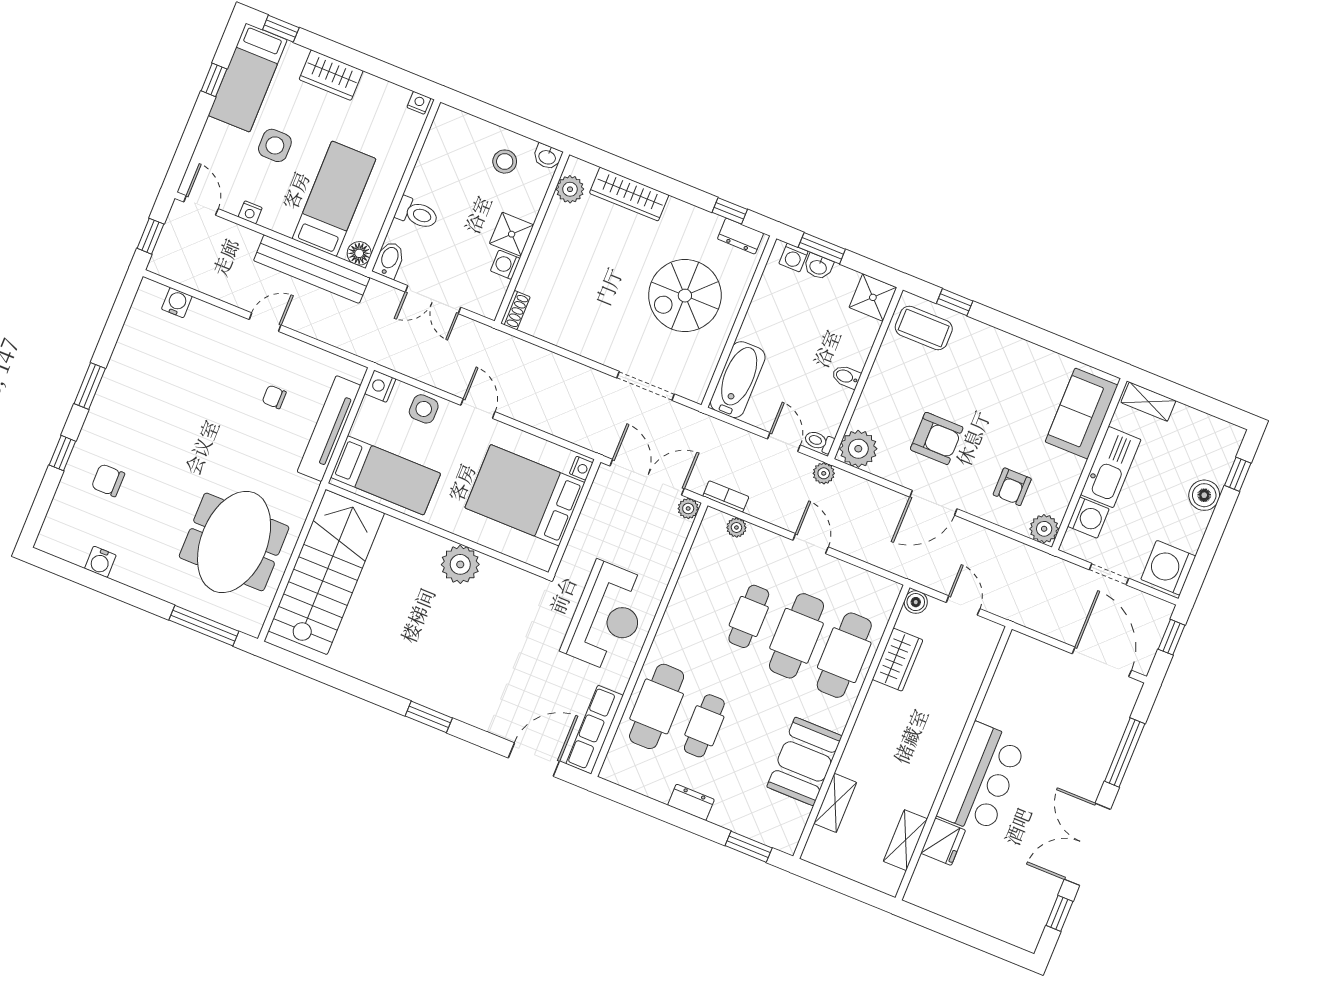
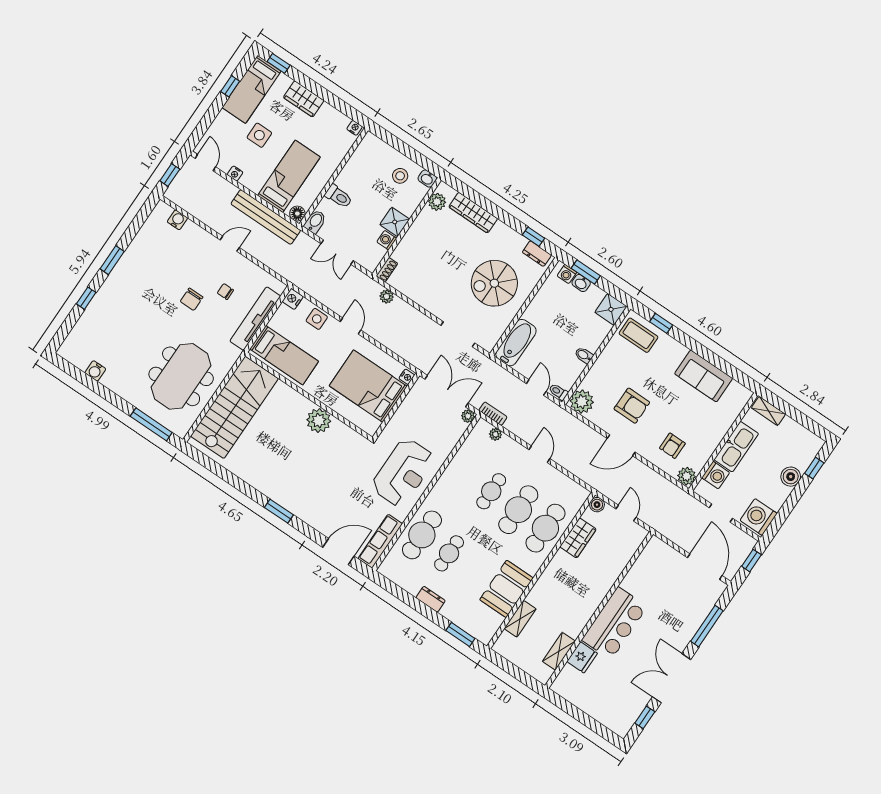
sofa: (1081, 414) -> (704, 376), moved, turned -90
plant: (824, 473) -> (387, 297), moved
chair: (108, 480) -> (192, 299), moved, turned -90

